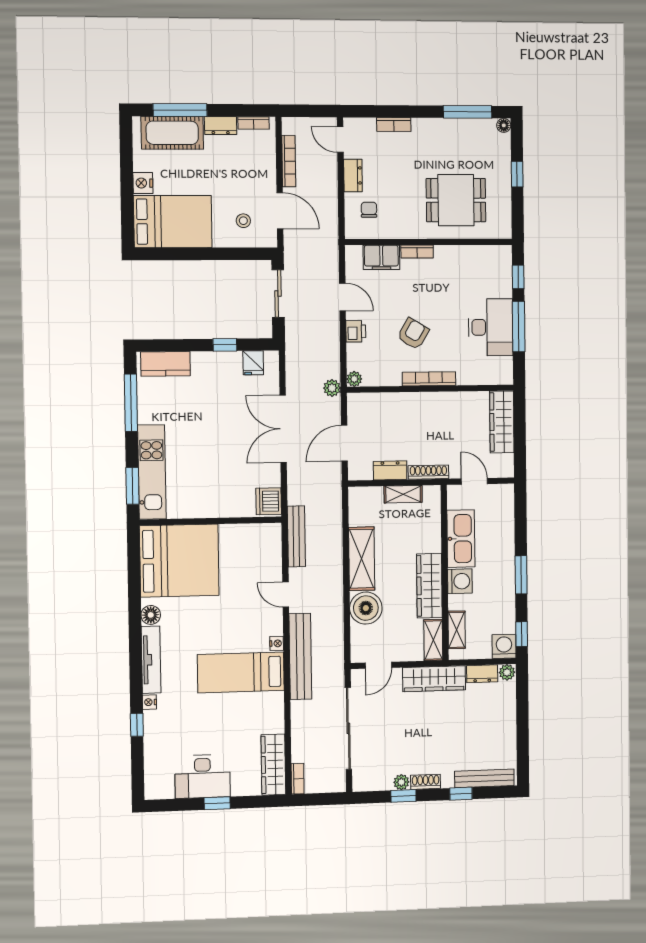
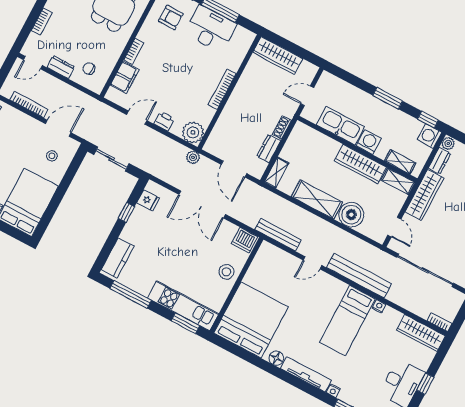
armchair: (413, 334) -> (171, 17), moved, turned 149
plant: (354, 379) -> (193, 132), width x1.88, depth x1.88
shoe rack: (428, 472) -> (282, 127), width x0.70
shelving: (403, 494) -> (276, 173), moved
stool: (220, 501) -> (226, 272), added
nightstand: (277, 643) -> (379, 306), moved

